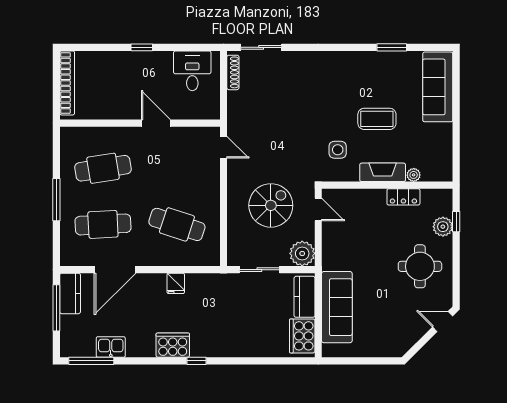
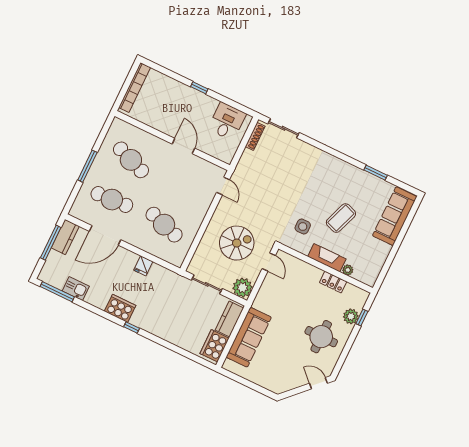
coffee table: (377, 119) -> (341, 218), turned -70
cafe table: (103, 168) -> (131, 160), turned 30

